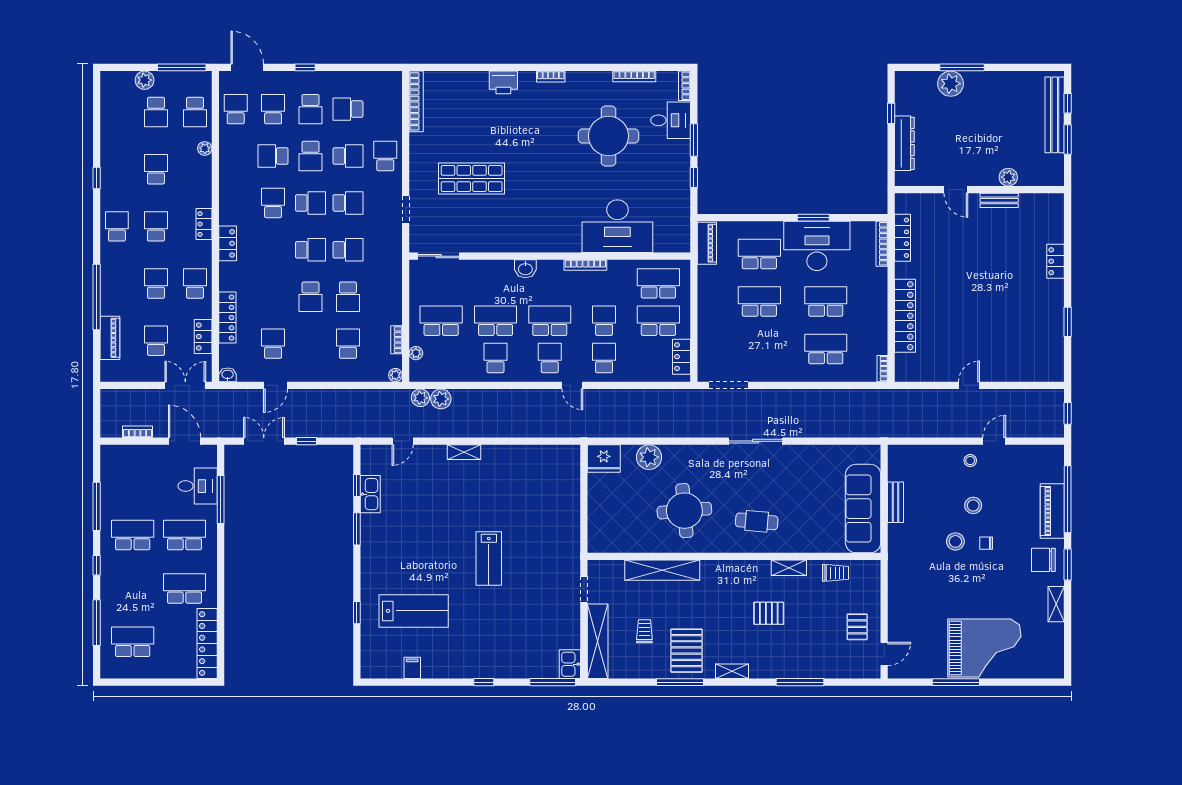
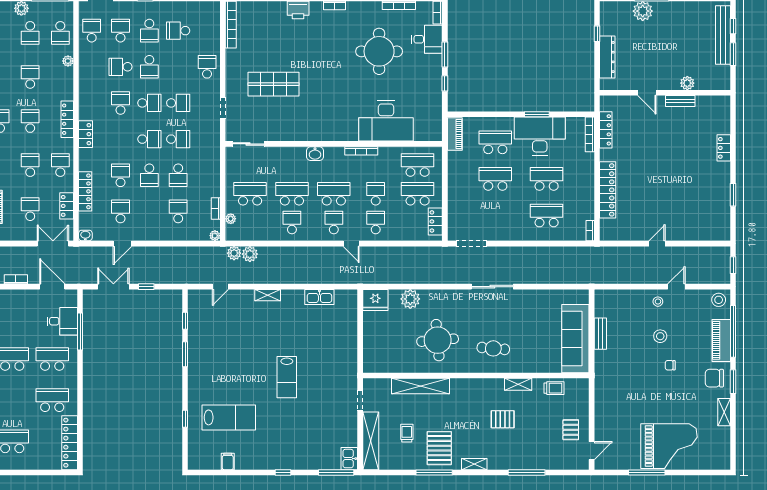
school desk: (348, 156) -> (120, 175), moved, turned -90
locker: (204, 224) -> (67, 119), width x1.53
kitchen sink: (370, 494) -> (319, 297), moved, turned 90
stool: (955, 541) -> (719, 300), moved

